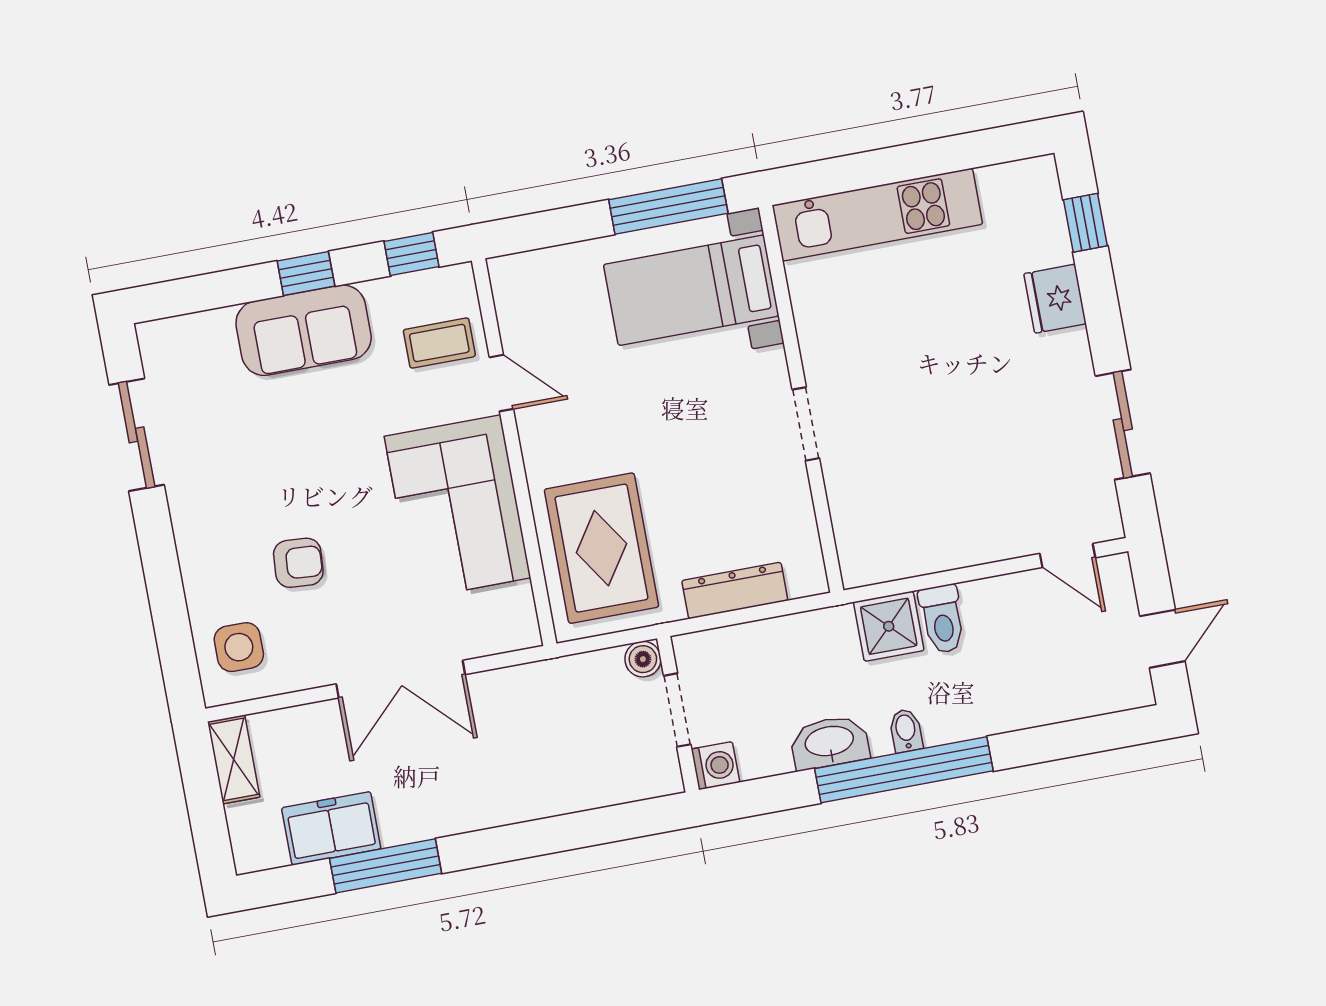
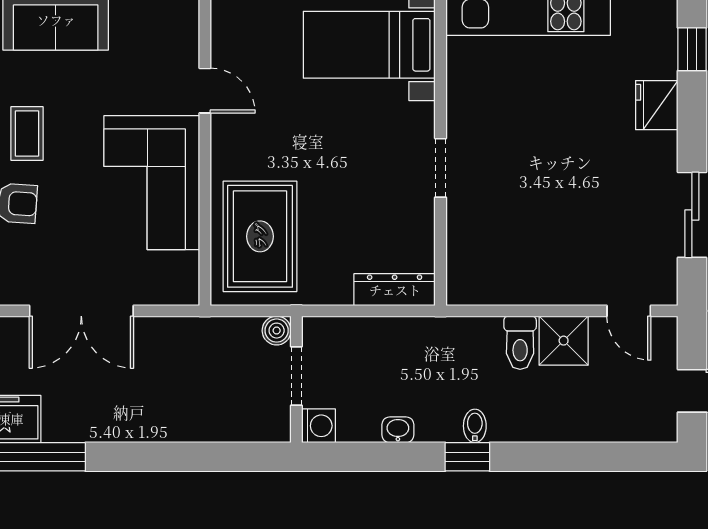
coffee table: (439, 343) -> (27, 133), moved, turned 90
dresser: (735, 591) -> (395, 290), moved
shower: (889, 626) -> (564, 341), moved
washbasin: (830, 742) -> (398, 430), width x0.52, depth x0.69
window: (904, 770) -> (467, 457), width x0.32

